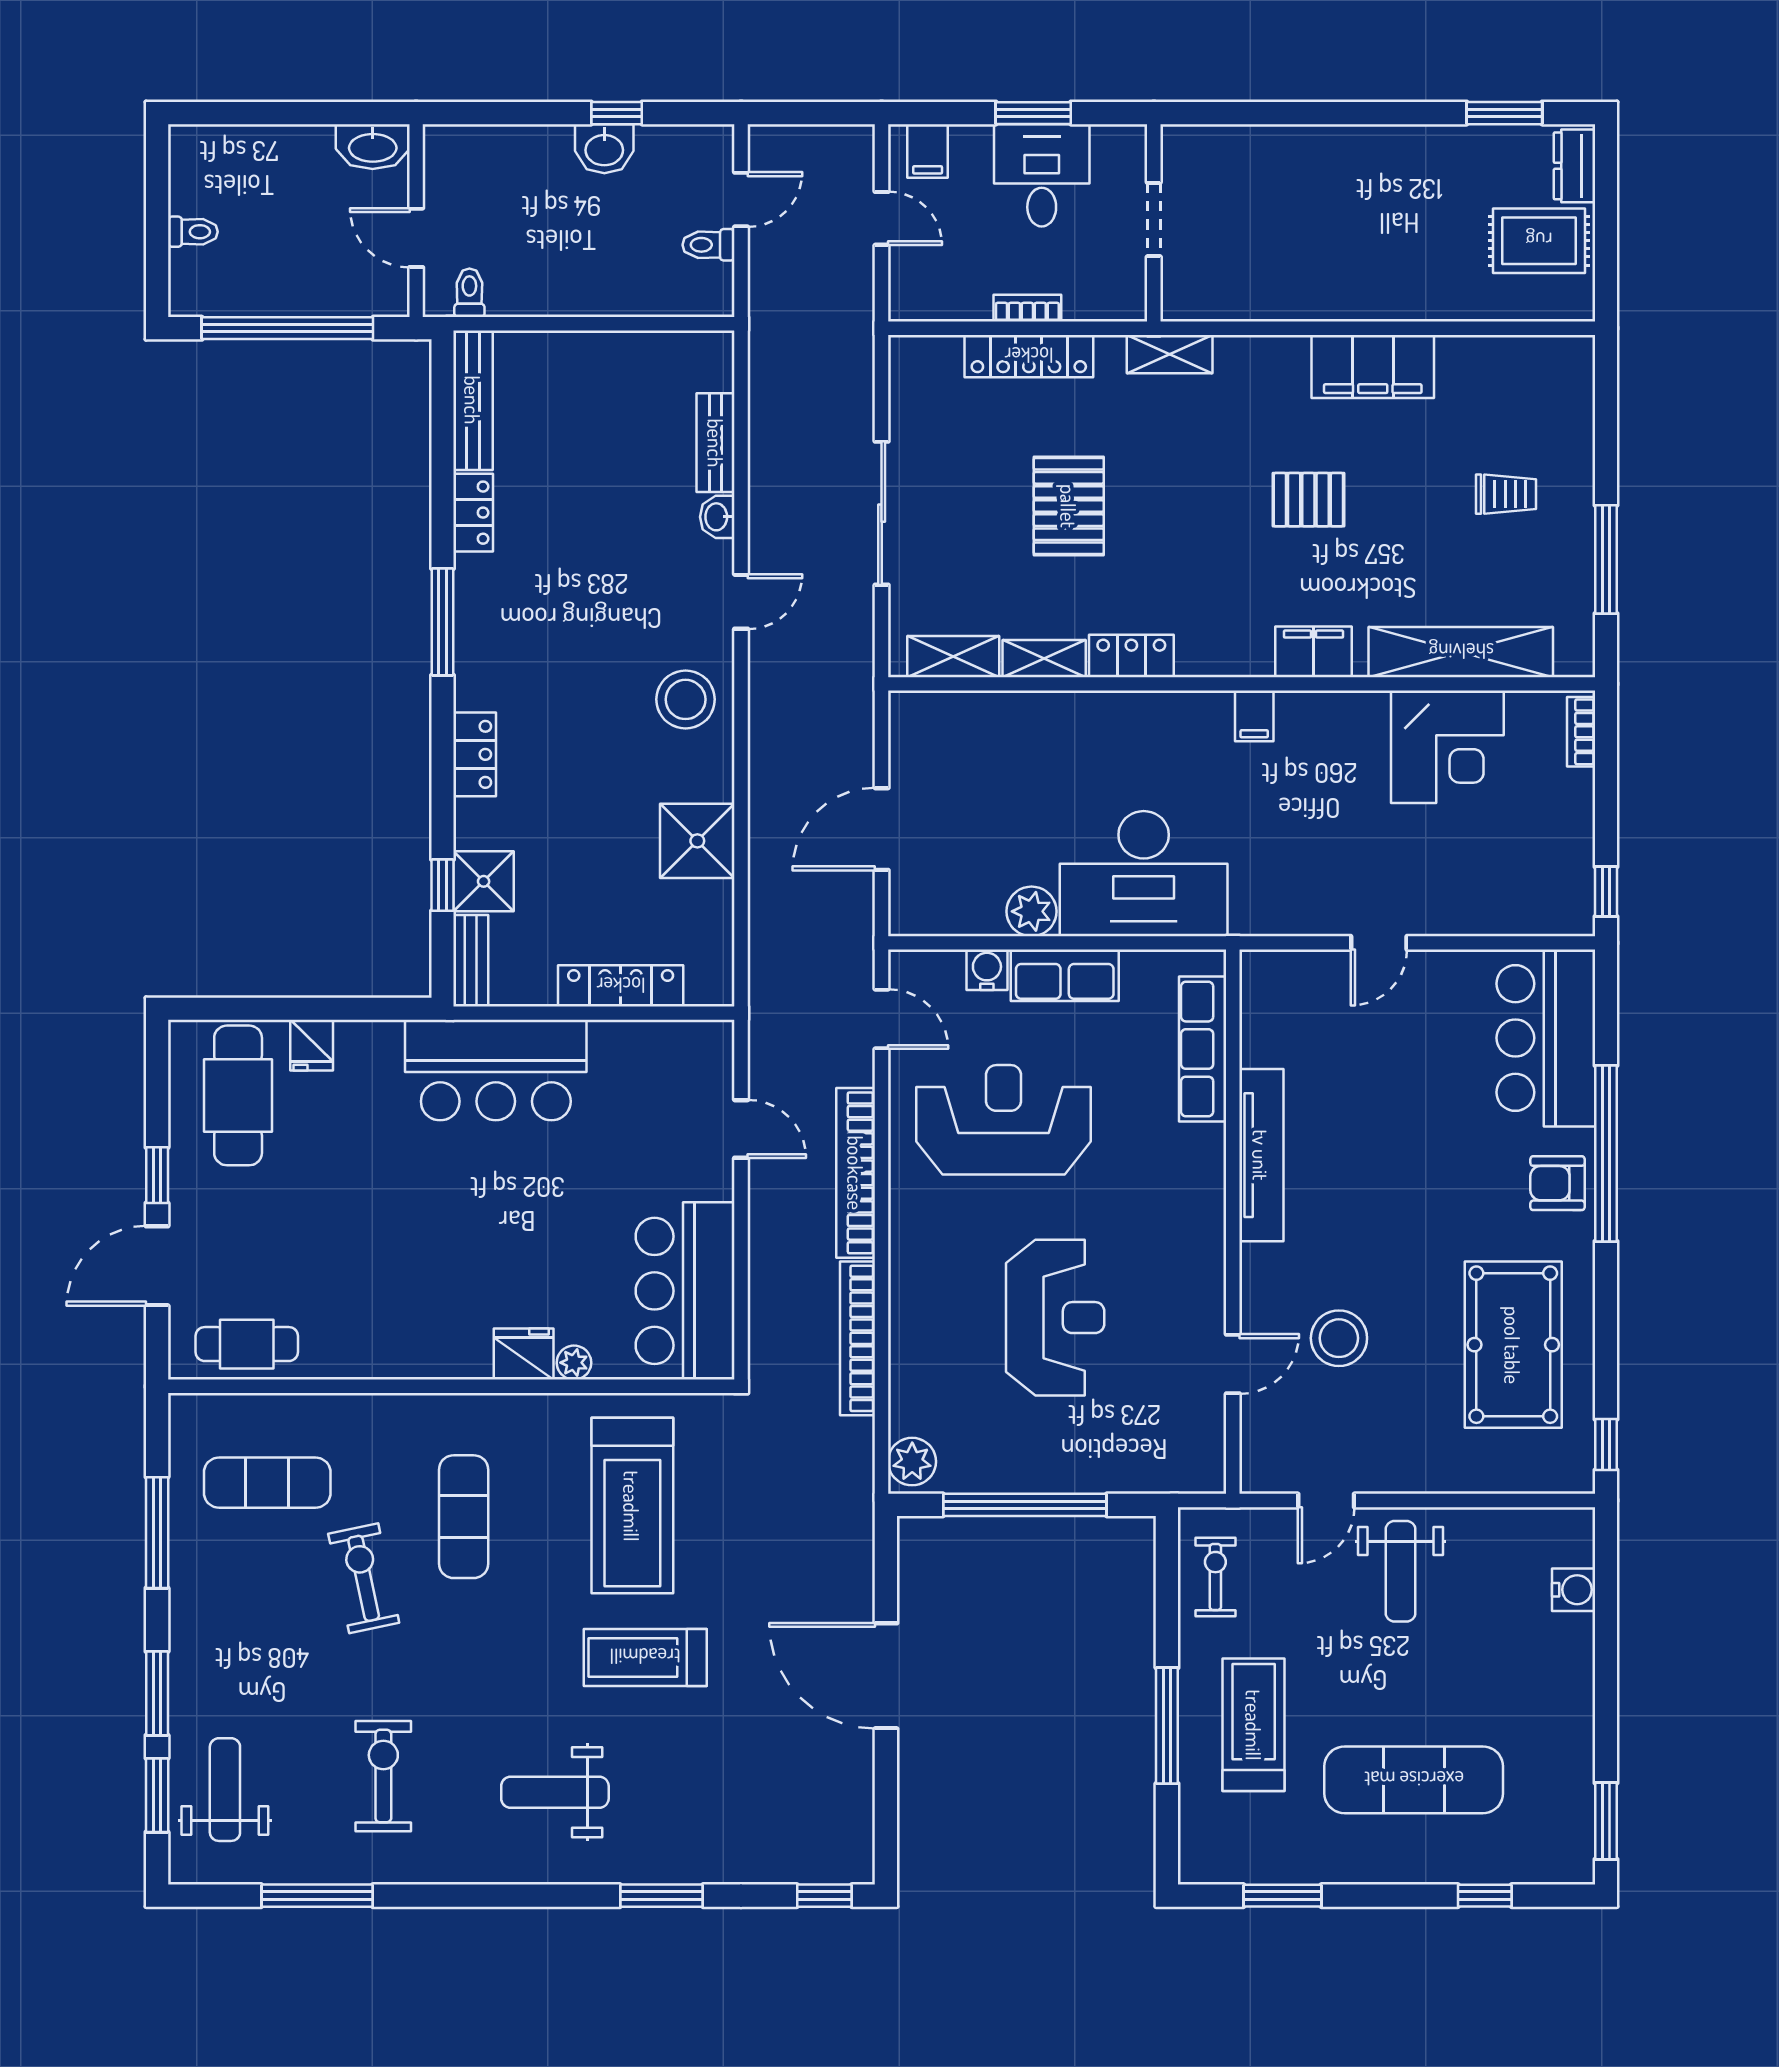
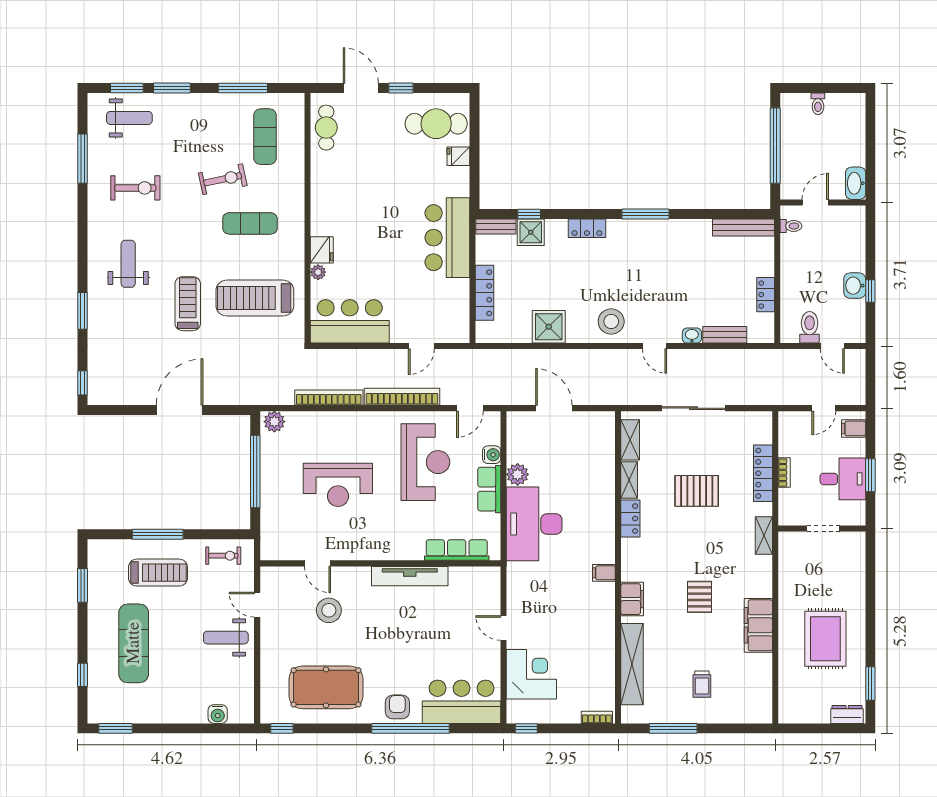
rug: (1539, 241) -> (825, 639), moved, width x1.36, depth x1.43
toilet: (709, 245) -> (810, 327), width x1.37, depth x1.39
locker: (473, 513) -> (766, 295), moved, turned 90
corner desk: (1447, 747) -> (531, 674), moved, turned 180

